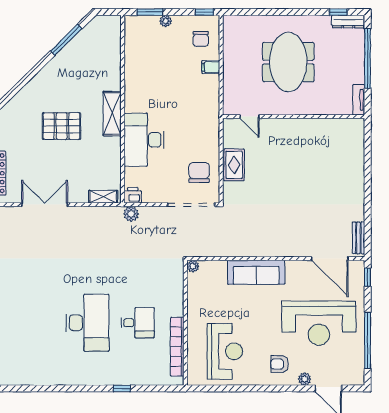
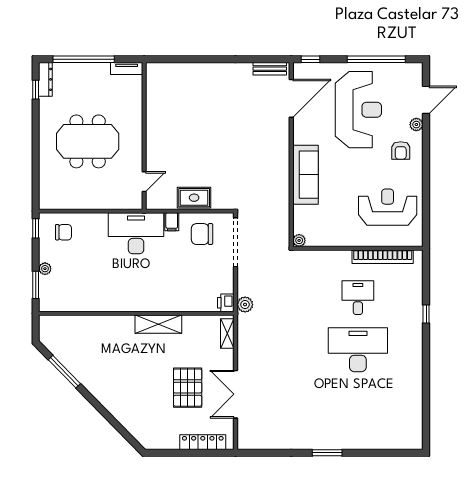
filing cabinet: (211, 67) -> (172, 222), moved
shelving: (112, 113) -> (158, 324), moved
pallet: (62, 126) -> (188, 388), moved
desk: (144, 140) -> (136, 233), moved, turned 180

